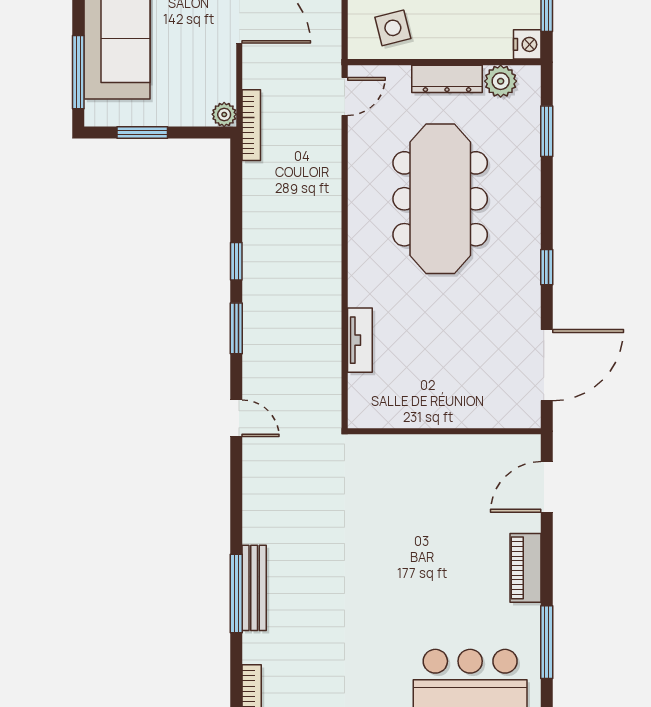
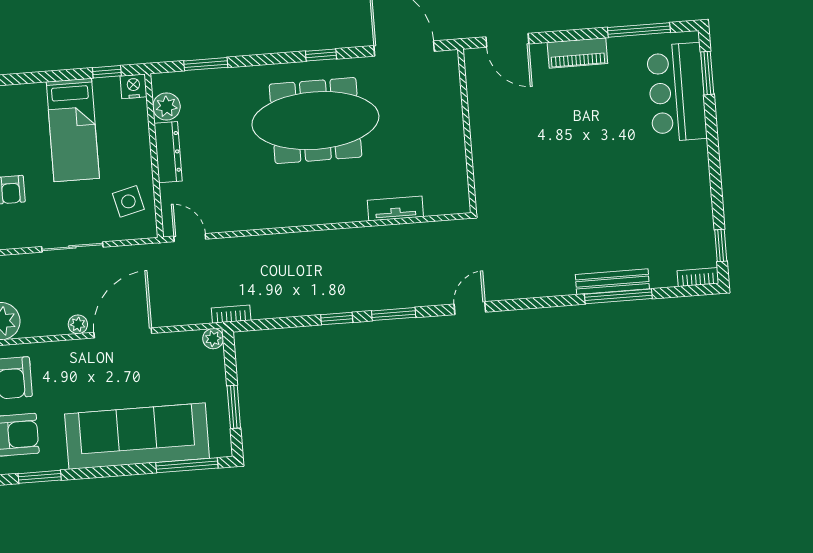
bookcase: (251, 125) -> (231, 314), width x0.64
meeting table: (440, 199) -> (315, 121), moved

